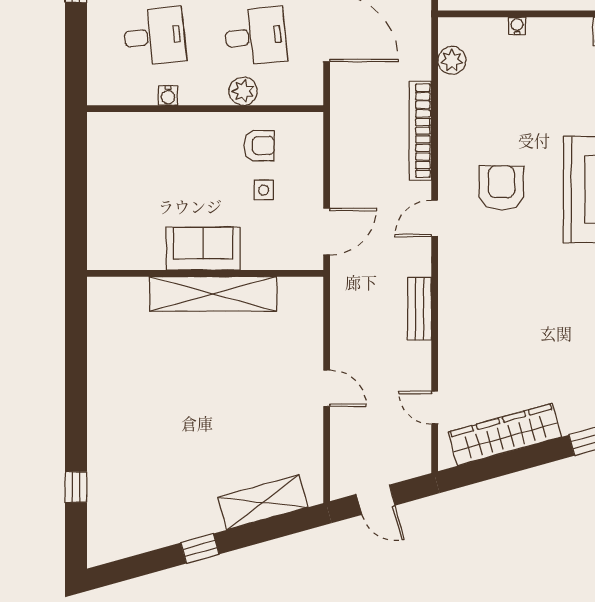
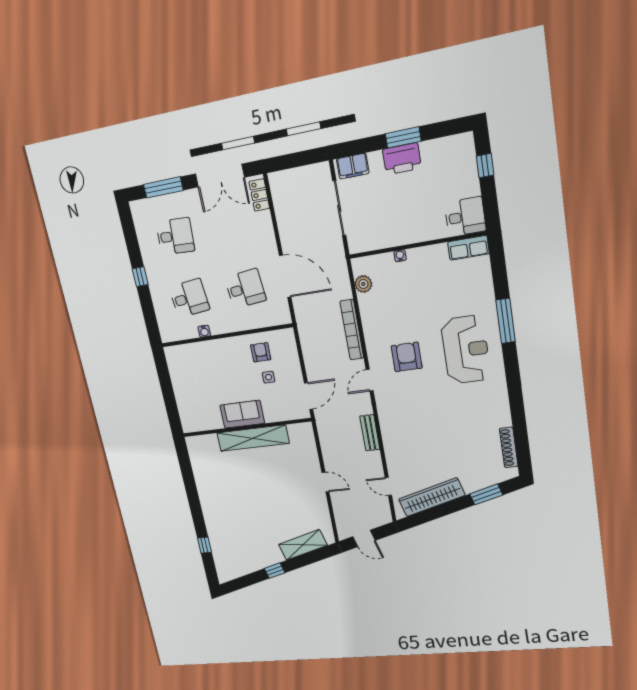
plant: (243, 91) -> (245, 322), removed
armchair: (259, 146) -> (261, 352), turned -90

